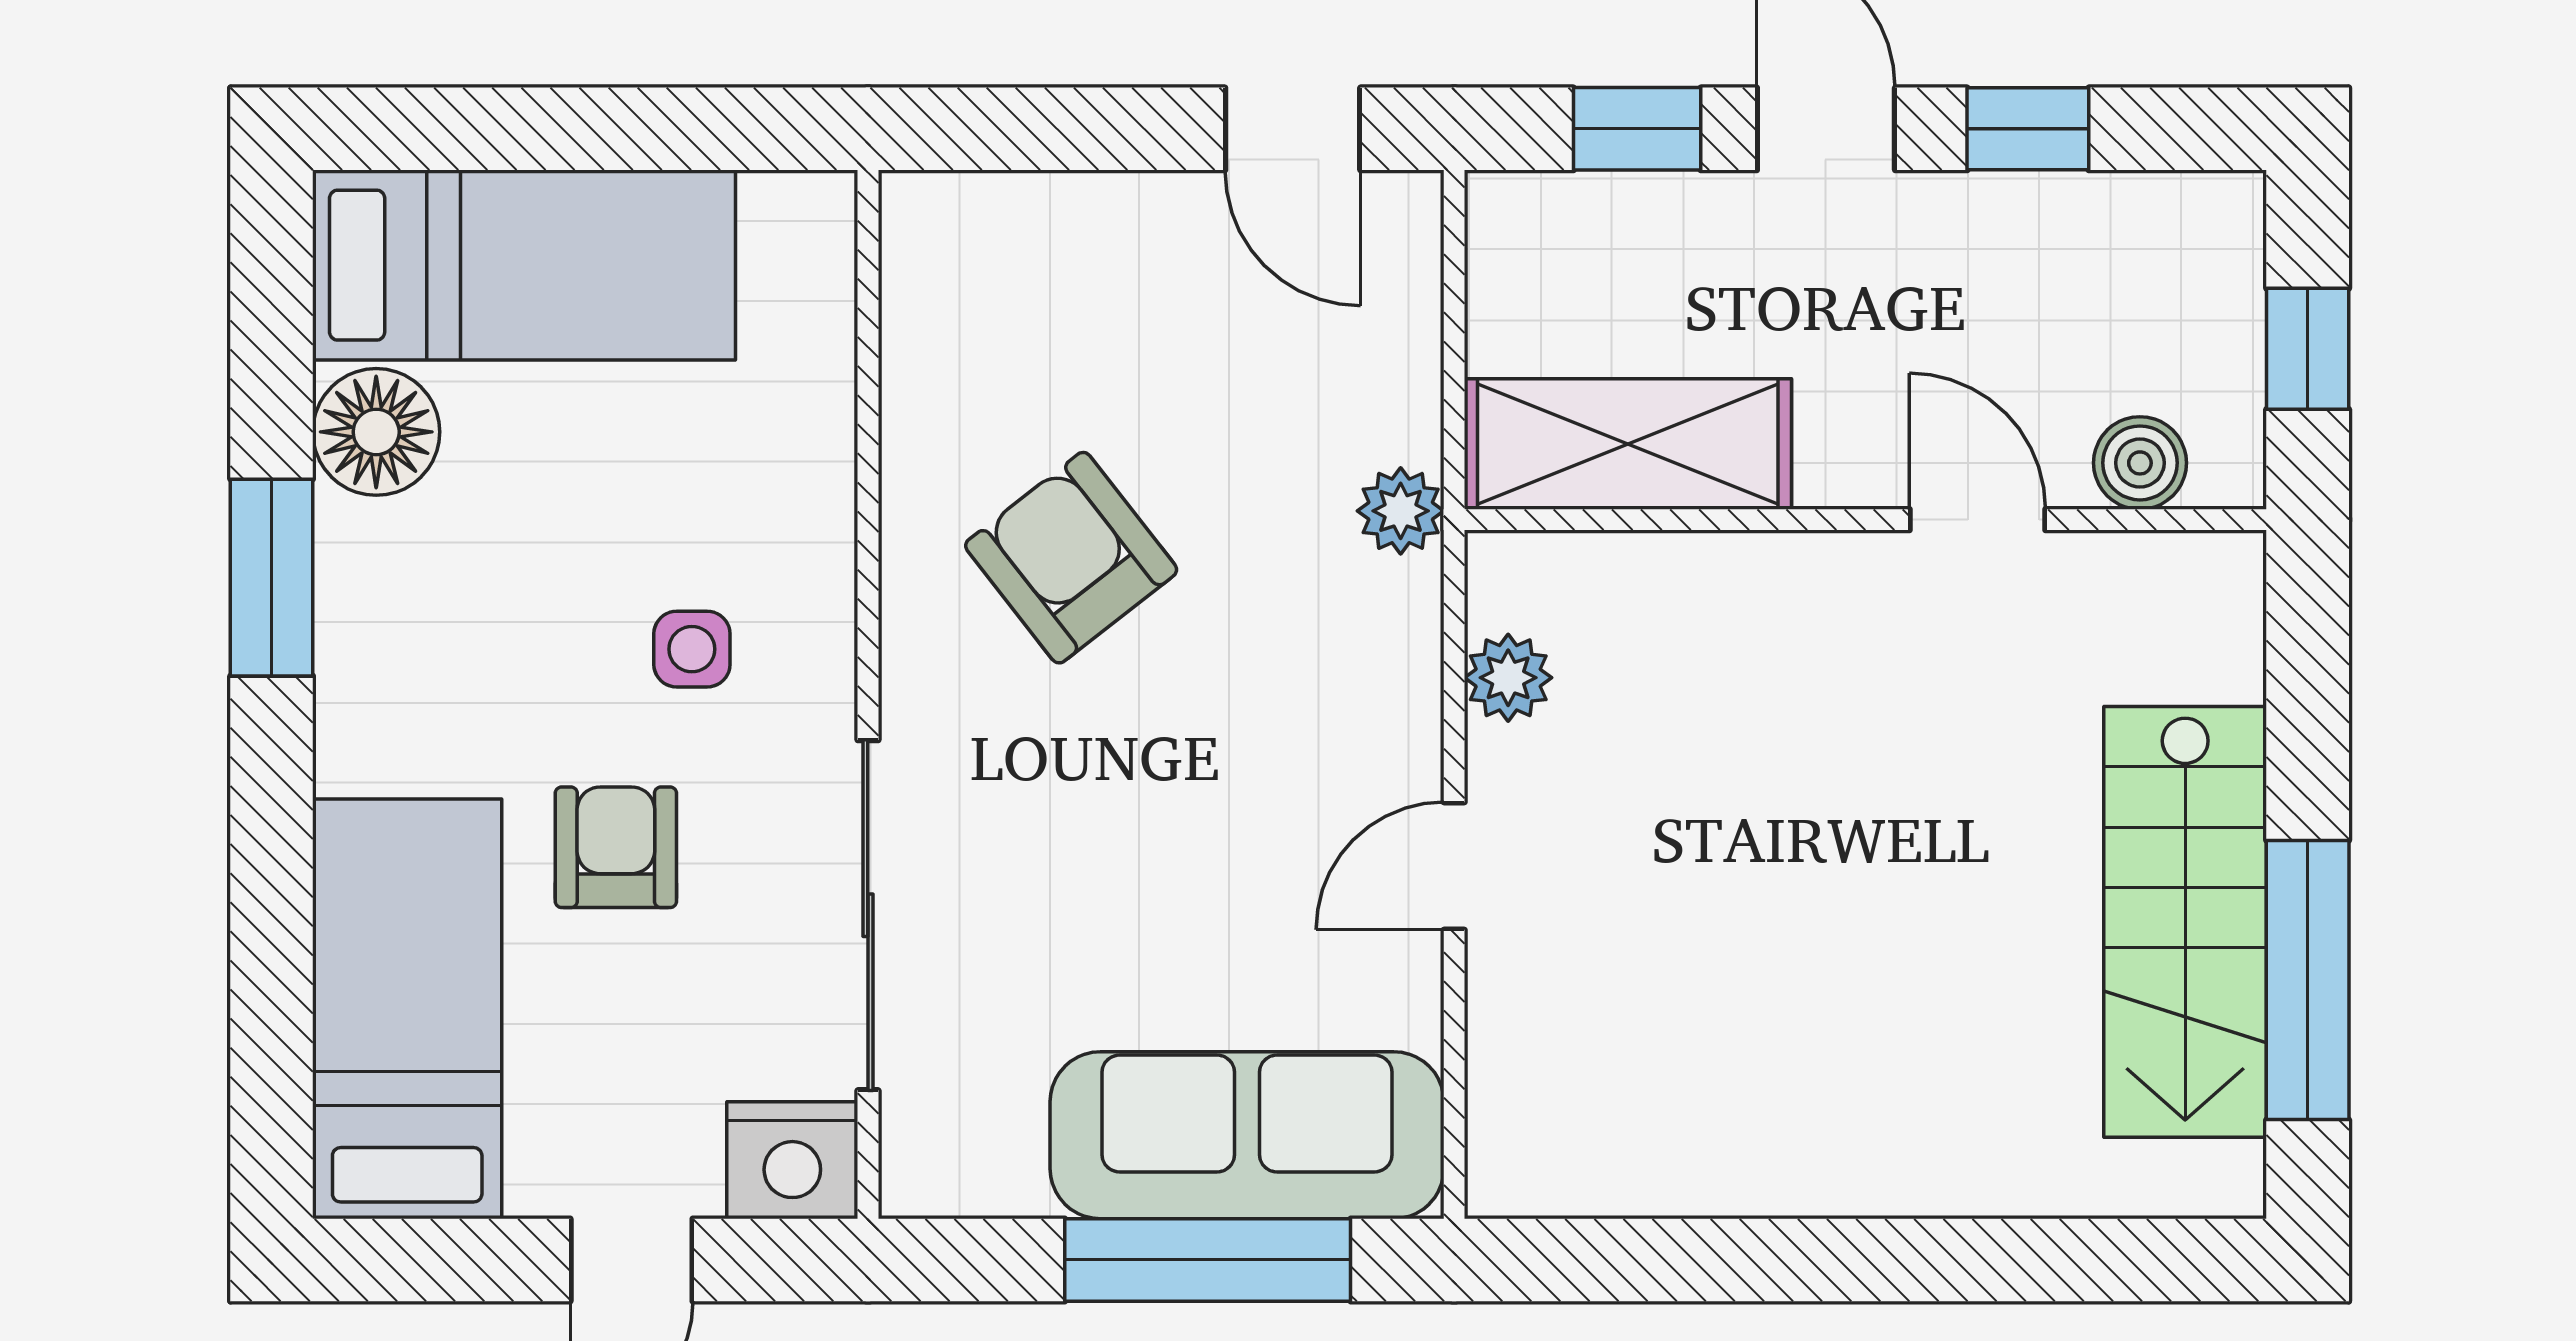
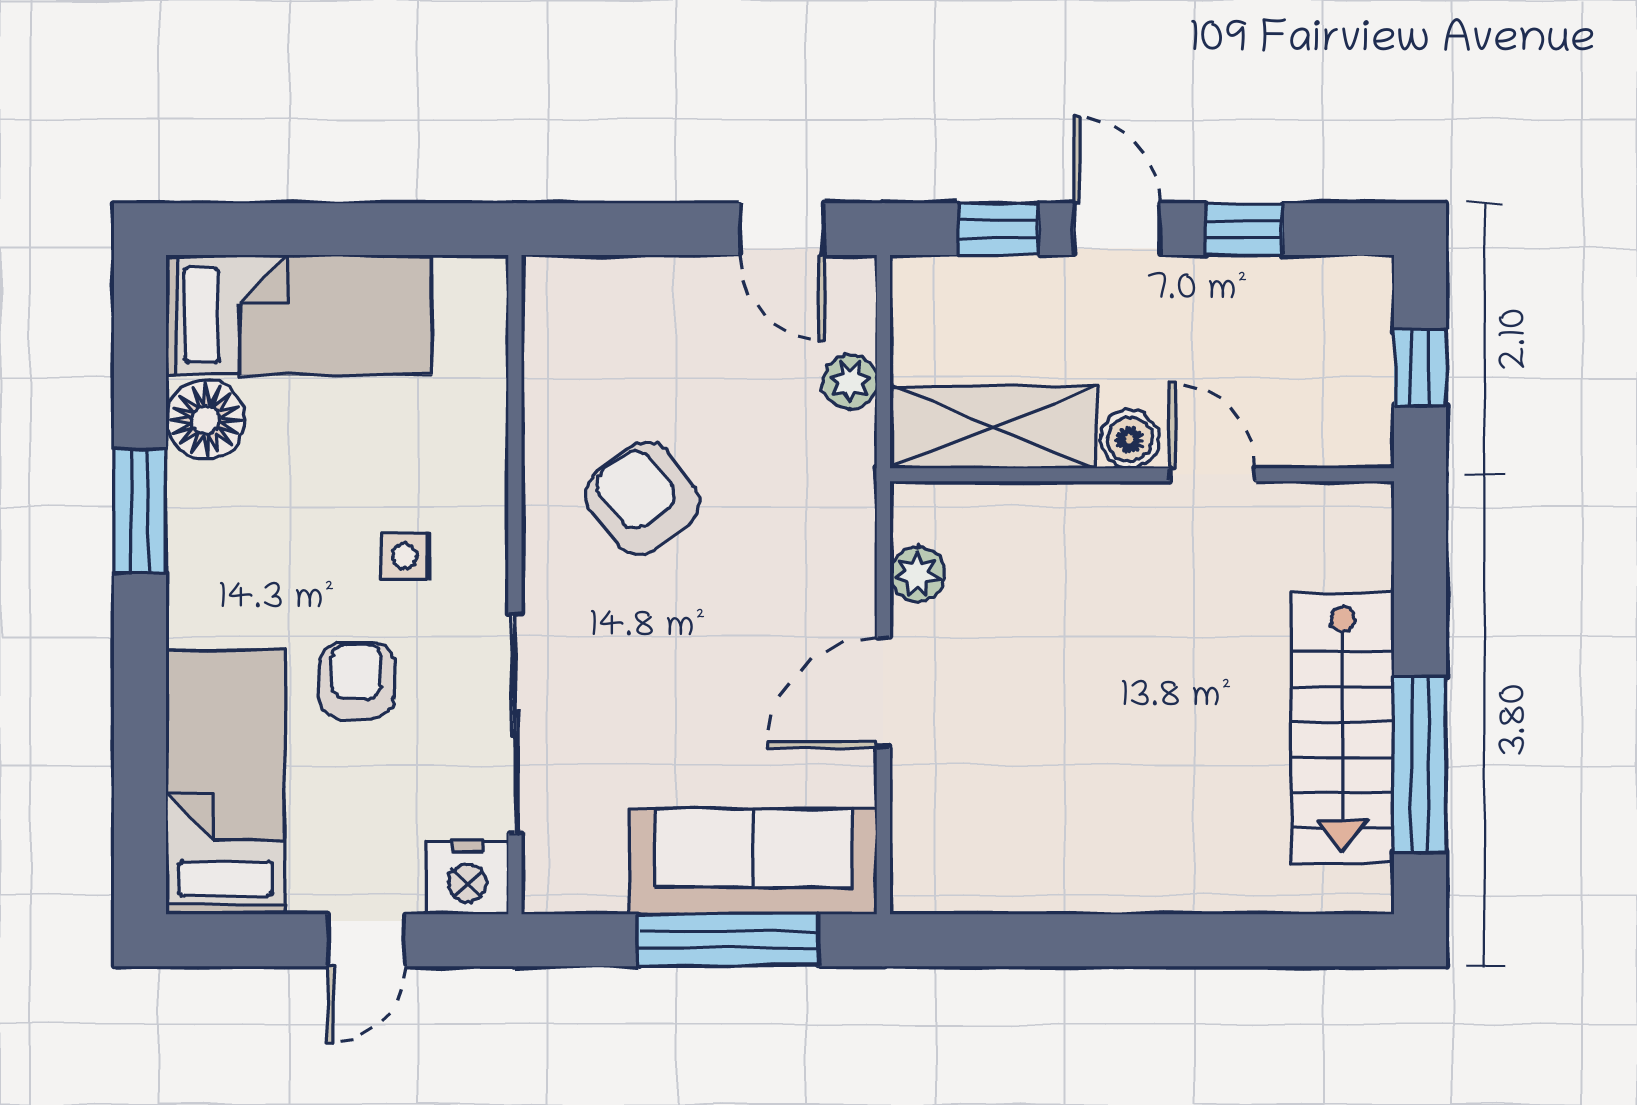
boiler: (2140, 463) -> (1130, 439), moved
plant: (1401, 511) -> (850, 382), moved
door: (1454, 866) -> (883, 693), width x1.38

